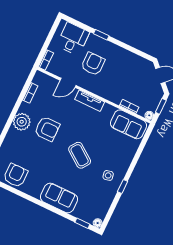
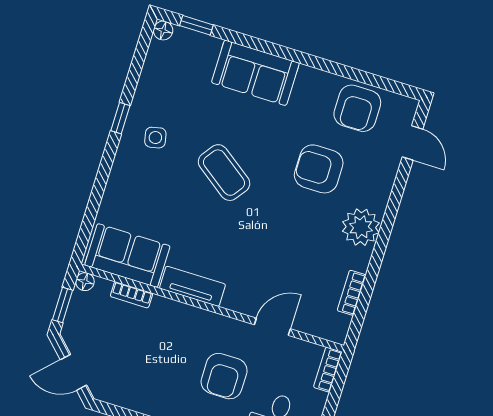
tv unit: (90, 101) -> (193, 286), moved
armchair: (47, 129) -> (319, 169), moved

